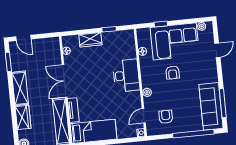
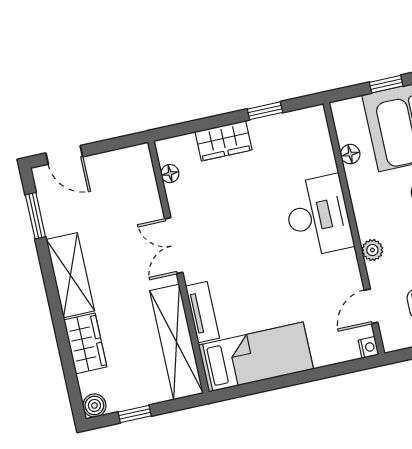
double door: (65, 81) -> (174, 246), width x0.73

